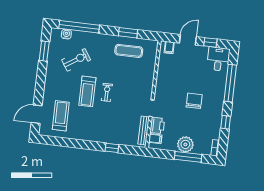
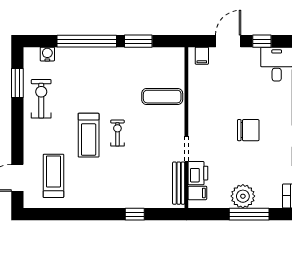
window: (79, 27) -> (87, 41), moved
exercise mat: (129, 51) -> (162, 97), moved
exercise bike: (76, 60) -> (41, 99), moved, turned -57
chair: (194, 101) -> (248, 130), turned 90

